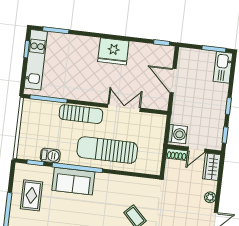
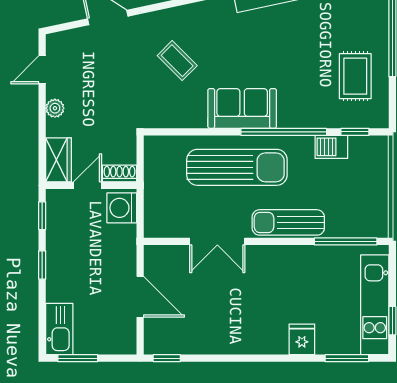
fridge: (113, 51) -> (302, 339), moved, width x0.53, depth x0.75
sofa: (73, 181) -> (242, 108), moved

